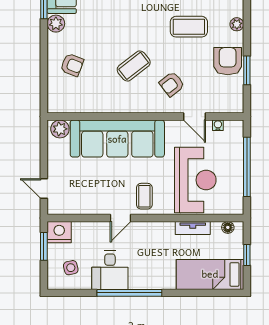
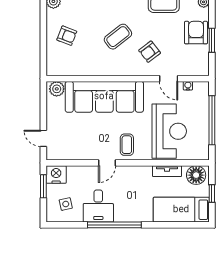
floor lamp: (228, 227) -> (196, 175), width x1.89, depth x1.89

